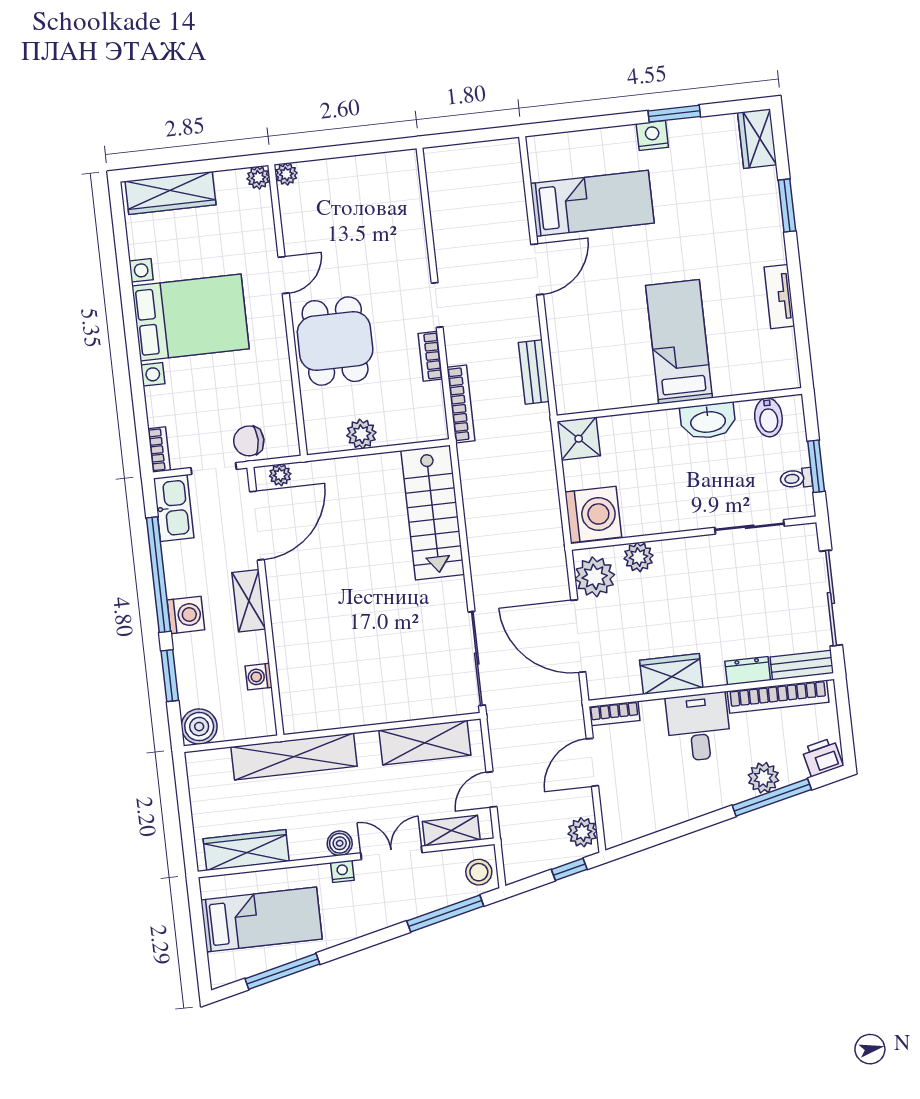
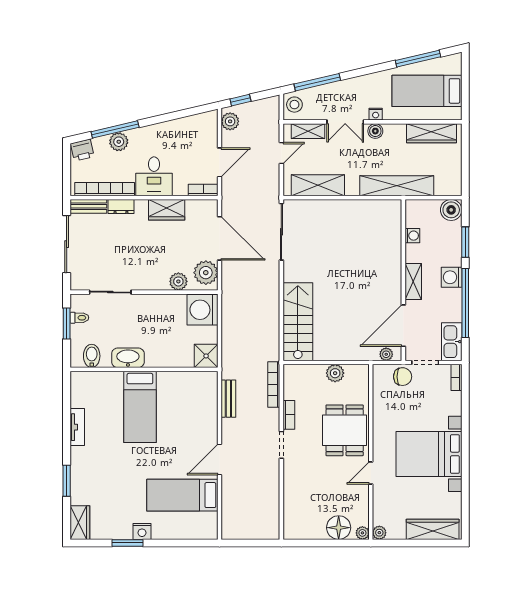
floor lamp: (327, 178) -> (339, 528), added

